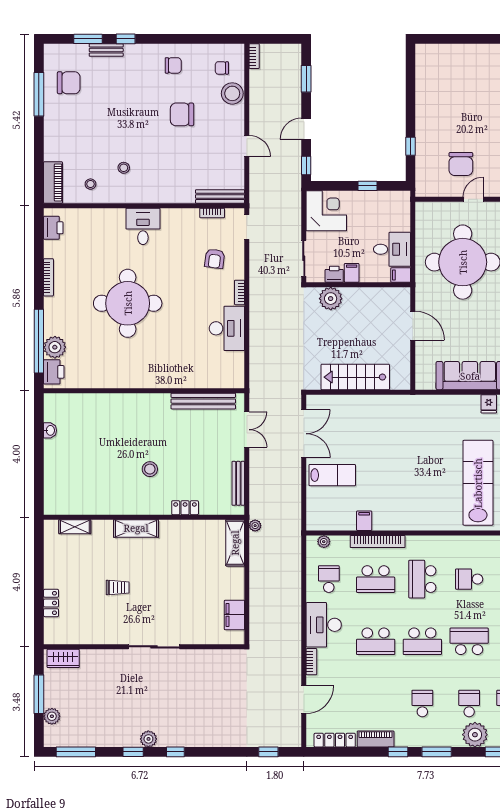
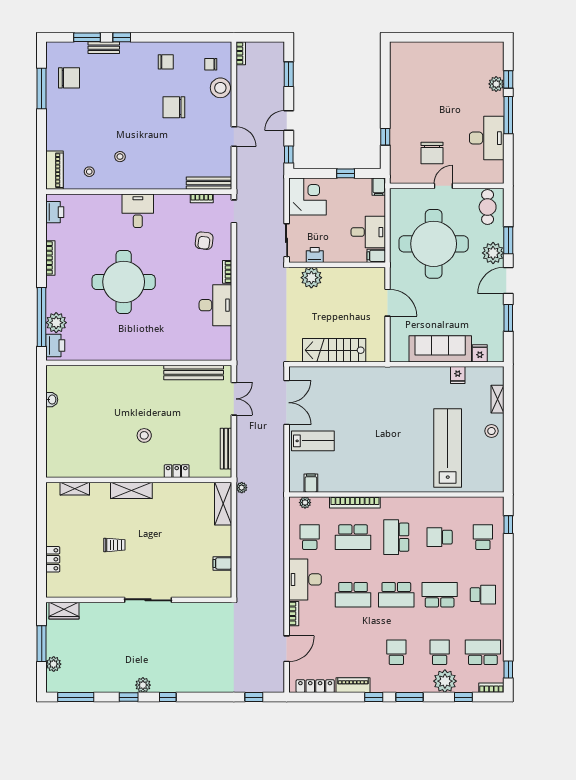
filing cabinet: (352, 273) -> (379, 187), moved, turned 180
filing cabinet: (364, 521) -> (311, 483), moved
filing cabinet: (234, 615) -> (222, 563), width x0.50

